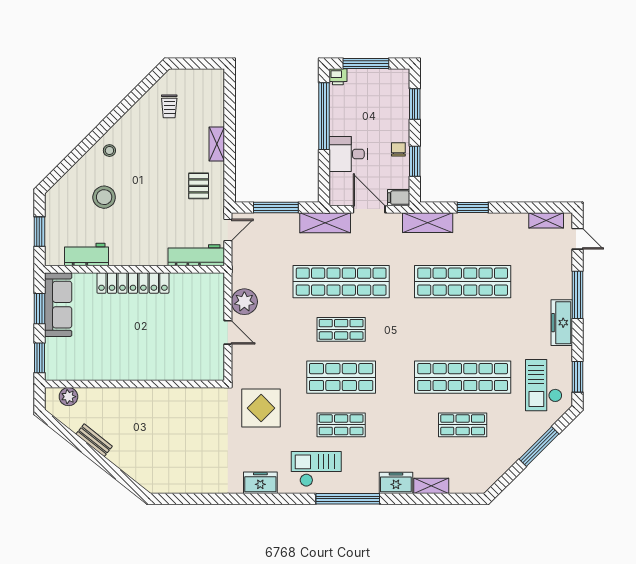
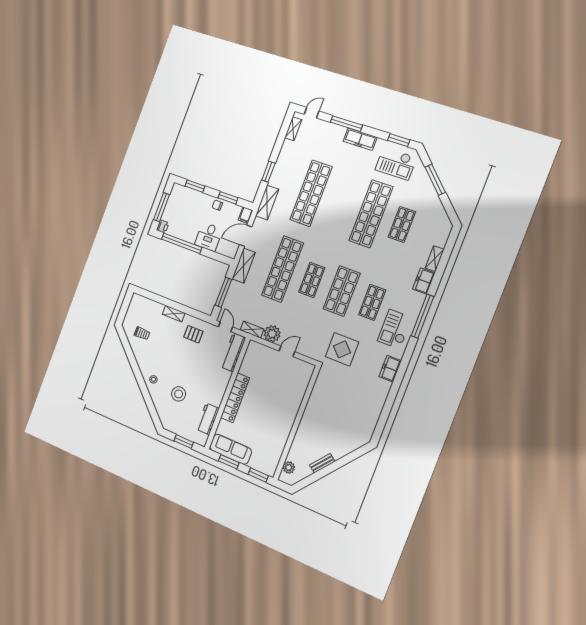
shelving: (239, 270) -> (252, 330), added

